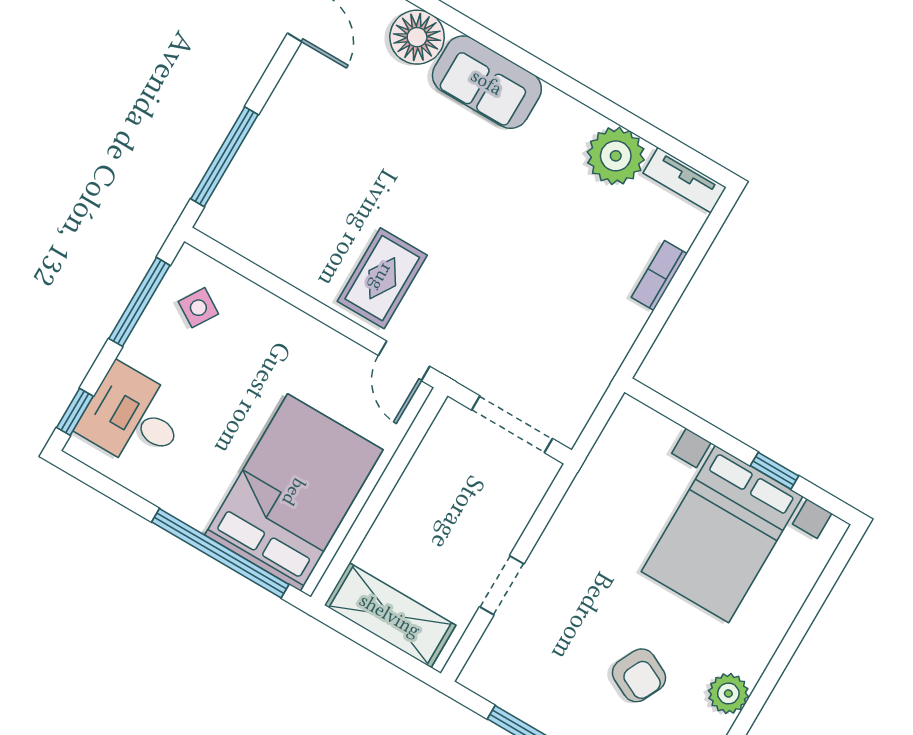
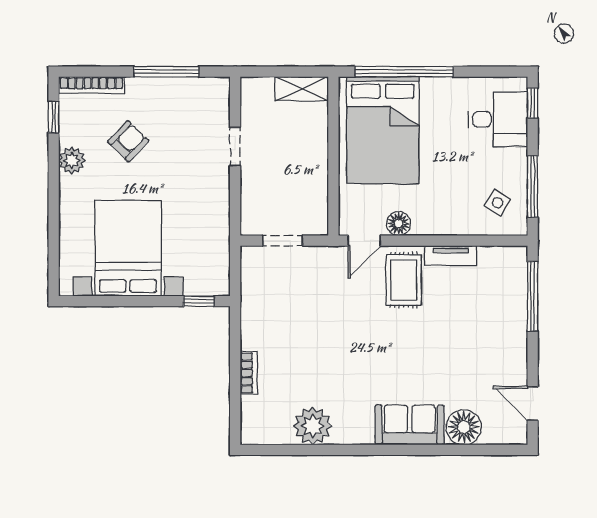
tv unit: (685, 180) -> (451, 256), moved, turned 180
floor lamp: (345, 357) -> (399, 224), added
door: (404, 361) -> (364, 241), swing flipped
doorway: (512, 424) -> (282, 241), width x0.73
window: (775, 471) -> (199, 301), moved
shelving: (390, 615) -> (302, 89), width x0.67, depth x0.75
armchair: (639, 675) -> (128, 141), turned 108

